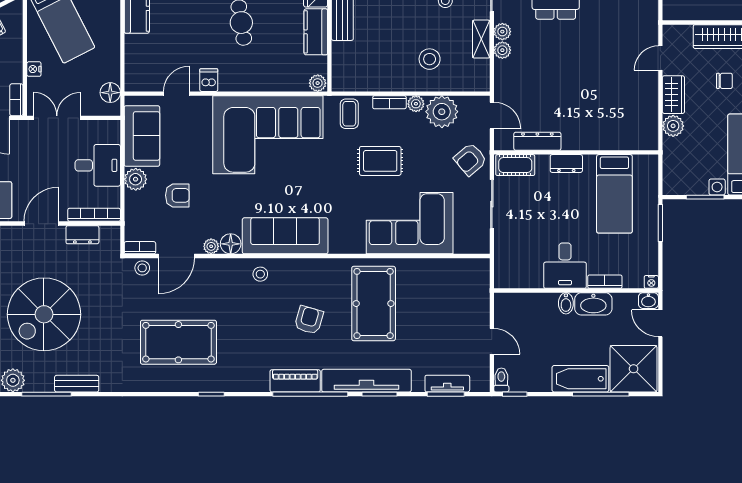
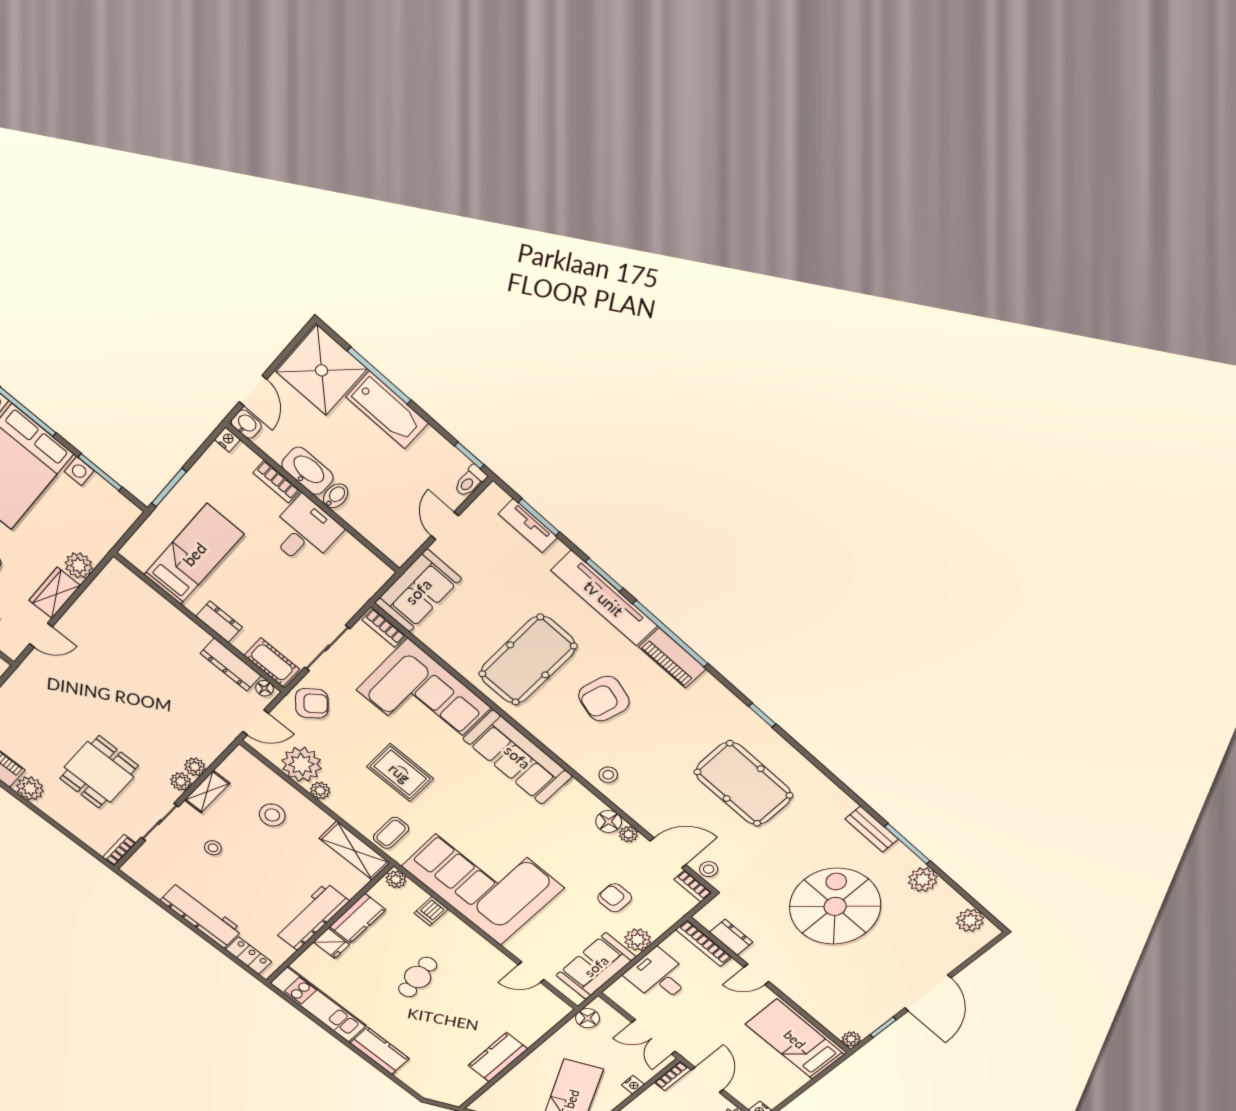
dishwasher: (209, 80) -> (431, 911), moved
shelving: (360, 80) -> (354, 851), added
bookcase: (389, 102) -> (384, 628), moved, turned 180
door: (492, 115) -> (256, 722), swing flipped
floor lamp: (506, 144) -> (264, 688), added
door: (41, 224) -> (756, 974), width x0.73
sofa: (285, 236) -> (518, 757), moved
sofa: (472, 288) -> (418, 591), added
spiral stairs: (44, 314) -> (835, 906), turned -90
armchair: (309, 320) -> (604, 699), width x1.38, depth x1.38

